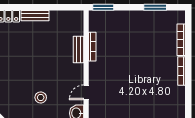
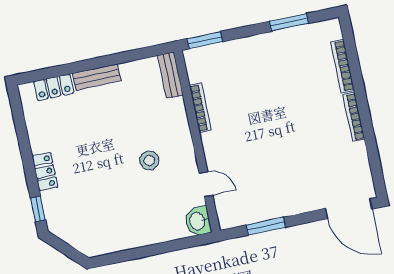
bench: (79, 49) -> (170, 75), moved
door: (86, 92) -> (206, 184), swing flipped
stool: (41, 97) -> (149, 160), moved

